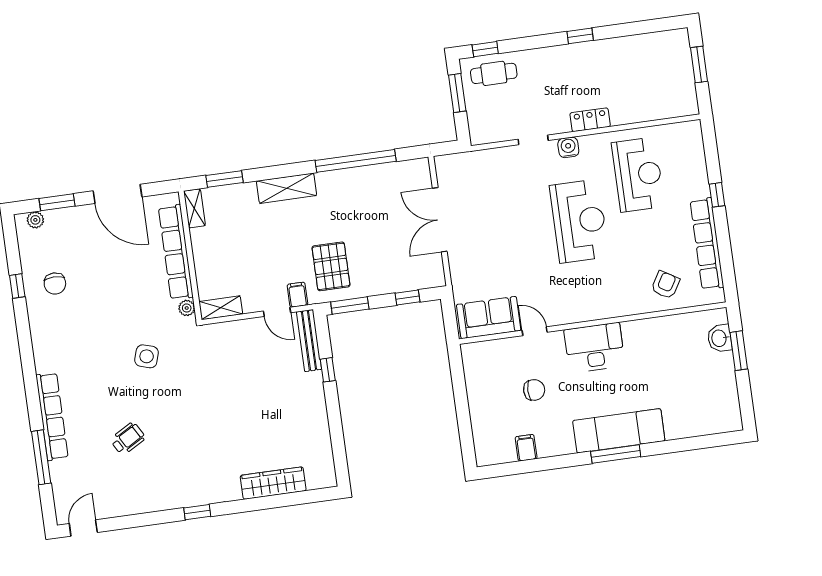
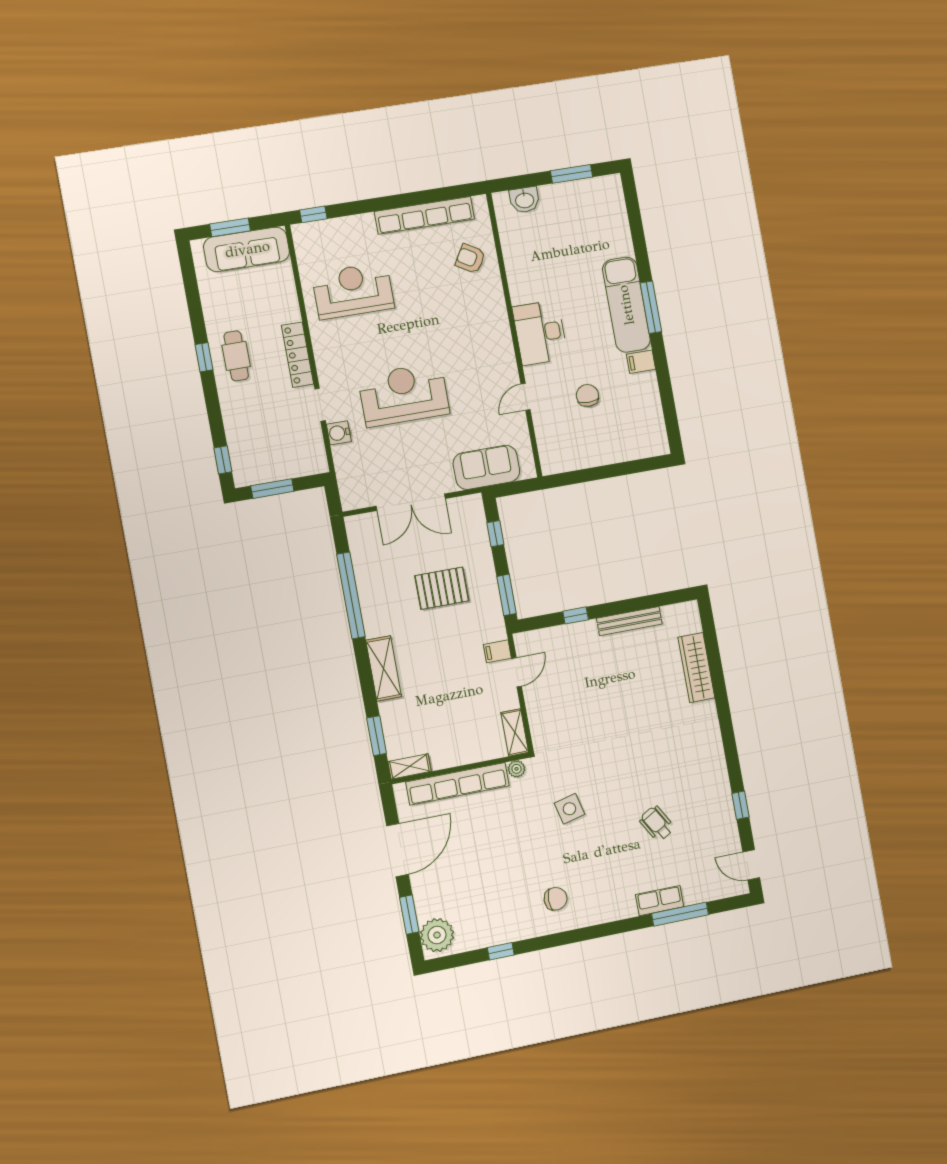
cafe table: (494, 73) -> (236, 356), moved
sofa: (678, 79) -> (247, 249), added
locker: (590, 120) -> (298, 355), width x1.53
water cooler: (568, 147) -> (339, 433), moved
window: (717, 195) -> (313, 214), moved
plant: (35, 220) -> (437, 935), width x1.87, depth x1.87
reception desk: (579, 221) -> (404, 395), moved
pallet: (331, 266) -> (442, 588), moved
chair: (55, 284) -> (556, 899), moved
sofa: (489, 318) -> (486, 467), moved, turned 90
bench: (309, 341) -> (629, 621), moved
window: (739, 351) -> (572, 174), moved
side table: (147, 356) -> (569, 809), turned -31
row of seats: (52, 416) -> (660, 901), width x0.50
filing cabinet: (526, 448) -> (641, 362), moved
window: (197, 512) -> (740, 805), moved

